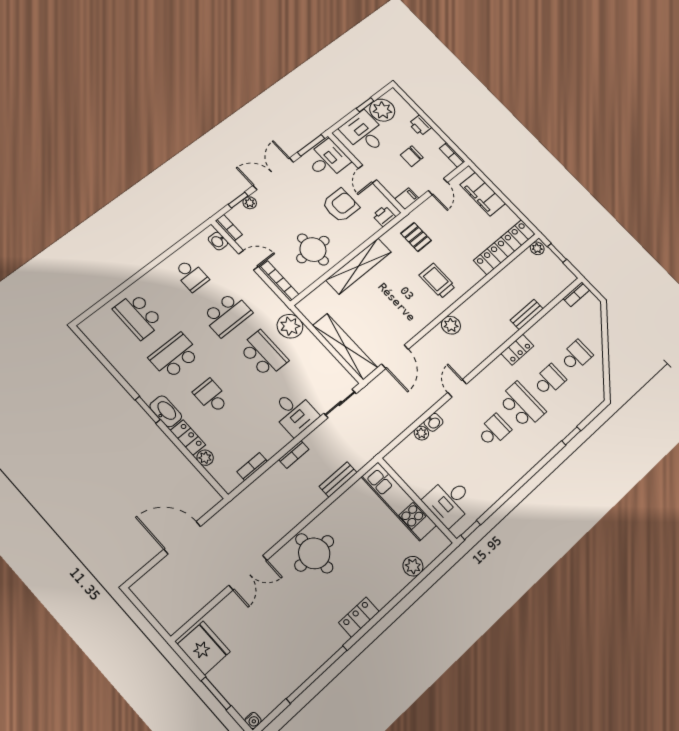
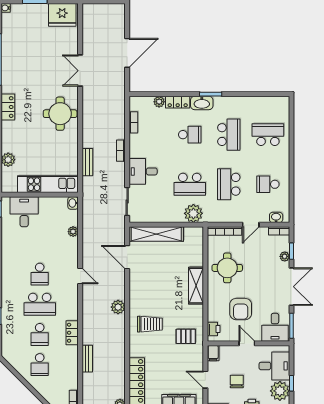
shelving: (359, 266) -> (196, 286), width x0.68
washbasin: (433, 422) -> (73, 203), moved

